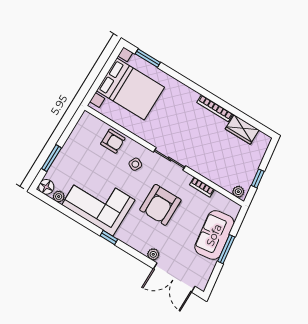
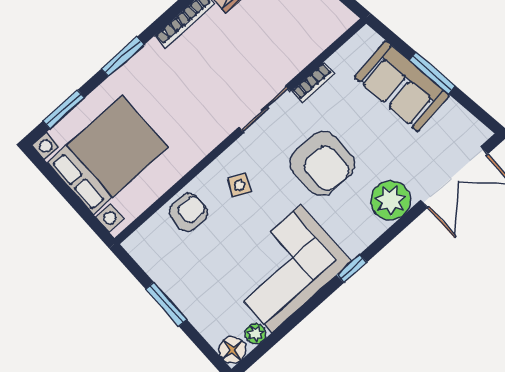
window: (185, 81) -> (123, 57), added
window: (51, 158) -> (166, 304), moved
sliding door: (170, 159) -> (265, 109), moved
plant: (238, 192) -> (340, 23), removed
plant: (153, 254) -> (391, 200), width x1.87, depth x1.87

